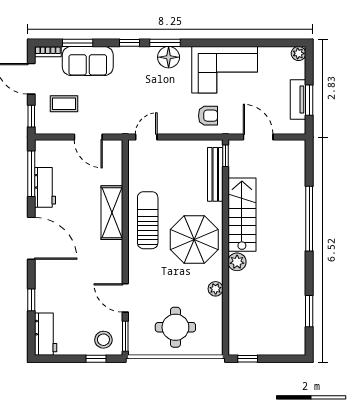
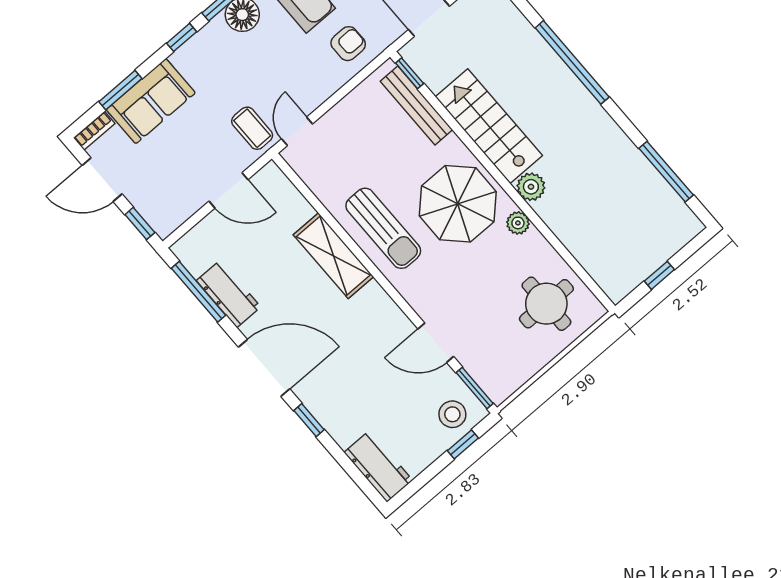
coffee table: (64, 104) -> (252, 128), moved, turned 90
sun lounger: (148, 220) -> (383, 228), turned 180
plant: (216, 289) -> (518, 223), moved
window: (31, 300) -> (309, 420), moved
window: (309, 311) -> (666, 172), width x1.44
round table: (175, 327) -> (546, 304), moved
window: (248, 359) -> (659, 275), moved

